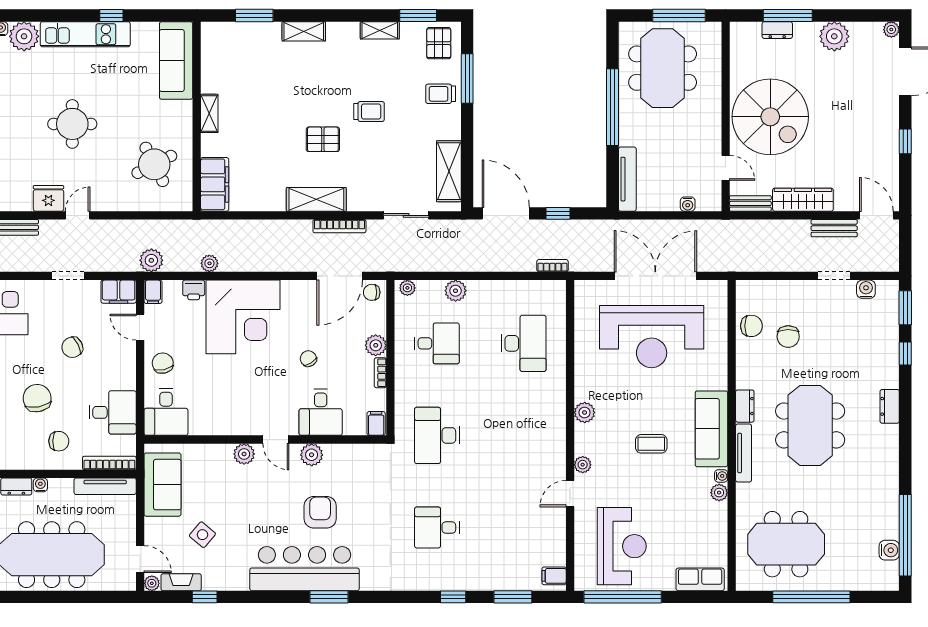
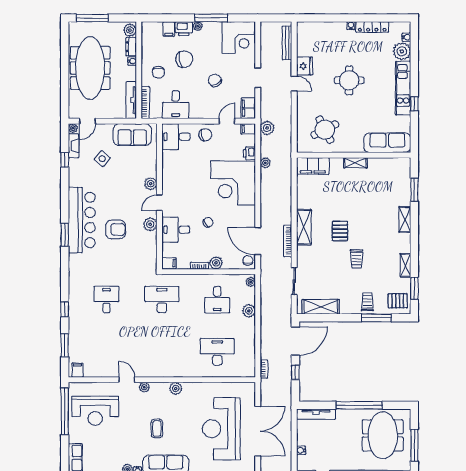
meeting table: (663, 68) -> (383, 435), turned 90
desk: (524, 343) -> (217, 352), turned 180

